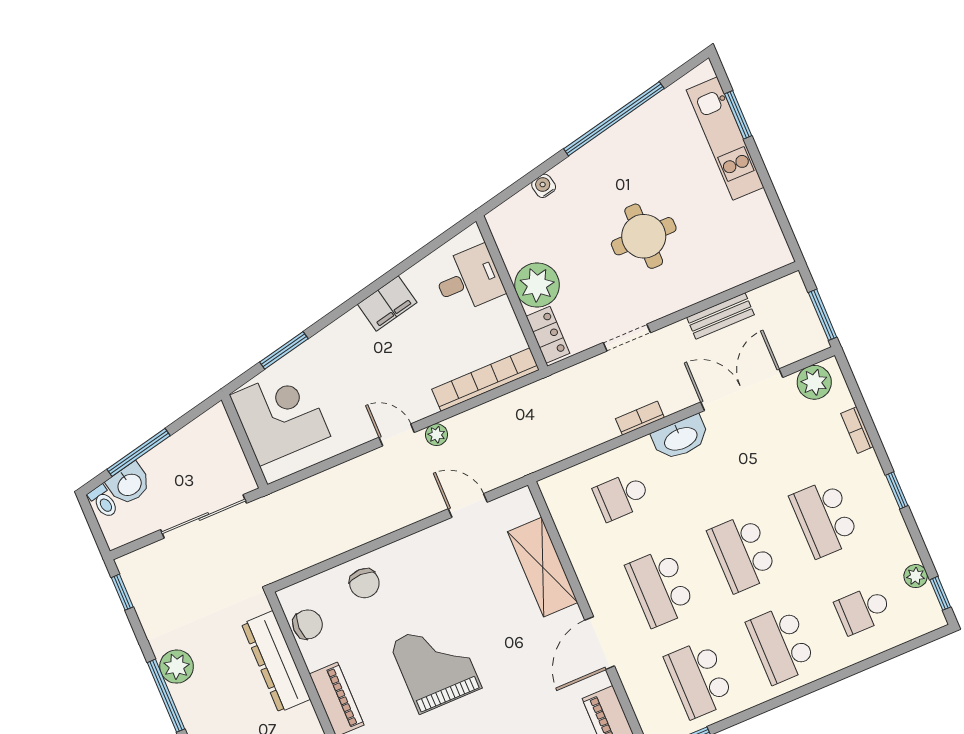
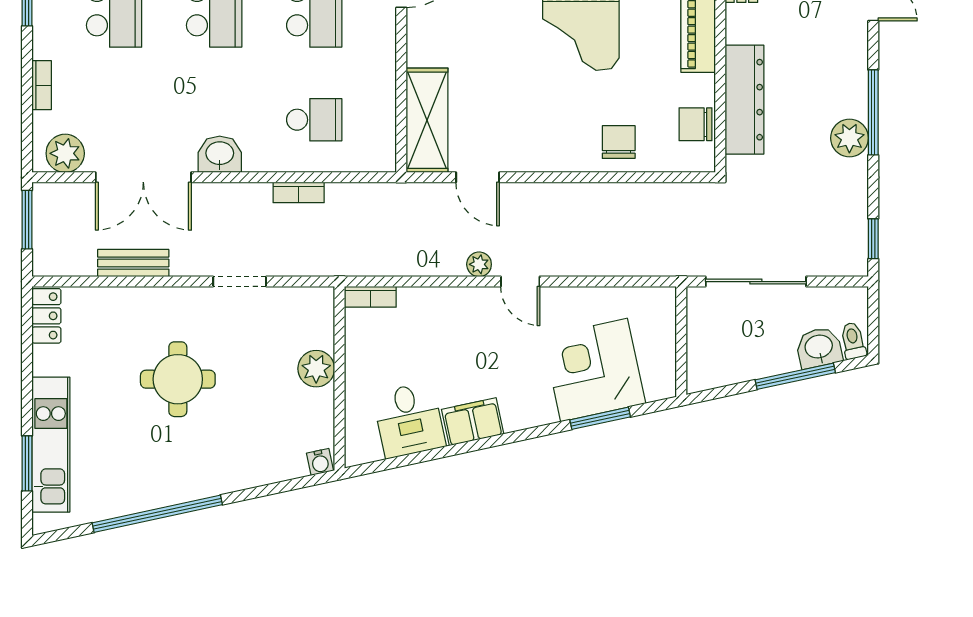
water cooler: (544, 186) -> (320, 462), moved
desk: (468, 279) -> (409, 420), moved, turned -102
plant: (537, 285) -> (316, 369), width x0.73, depth x0.73
locker: (548, 335) -> (46, 316), moved, turned 180
bookcase: (485, 380) -> (370, 297), width x0.43, depth x0.76
corner desk: (280, 416) -> (594, 370), moved, turned 78
bookcase: (640, 418) -> (299, 192), moved
washbasin: (680, 438) -> (220, 154), width x0.72
shelving: (543, 567) -> (427, 120), moved

